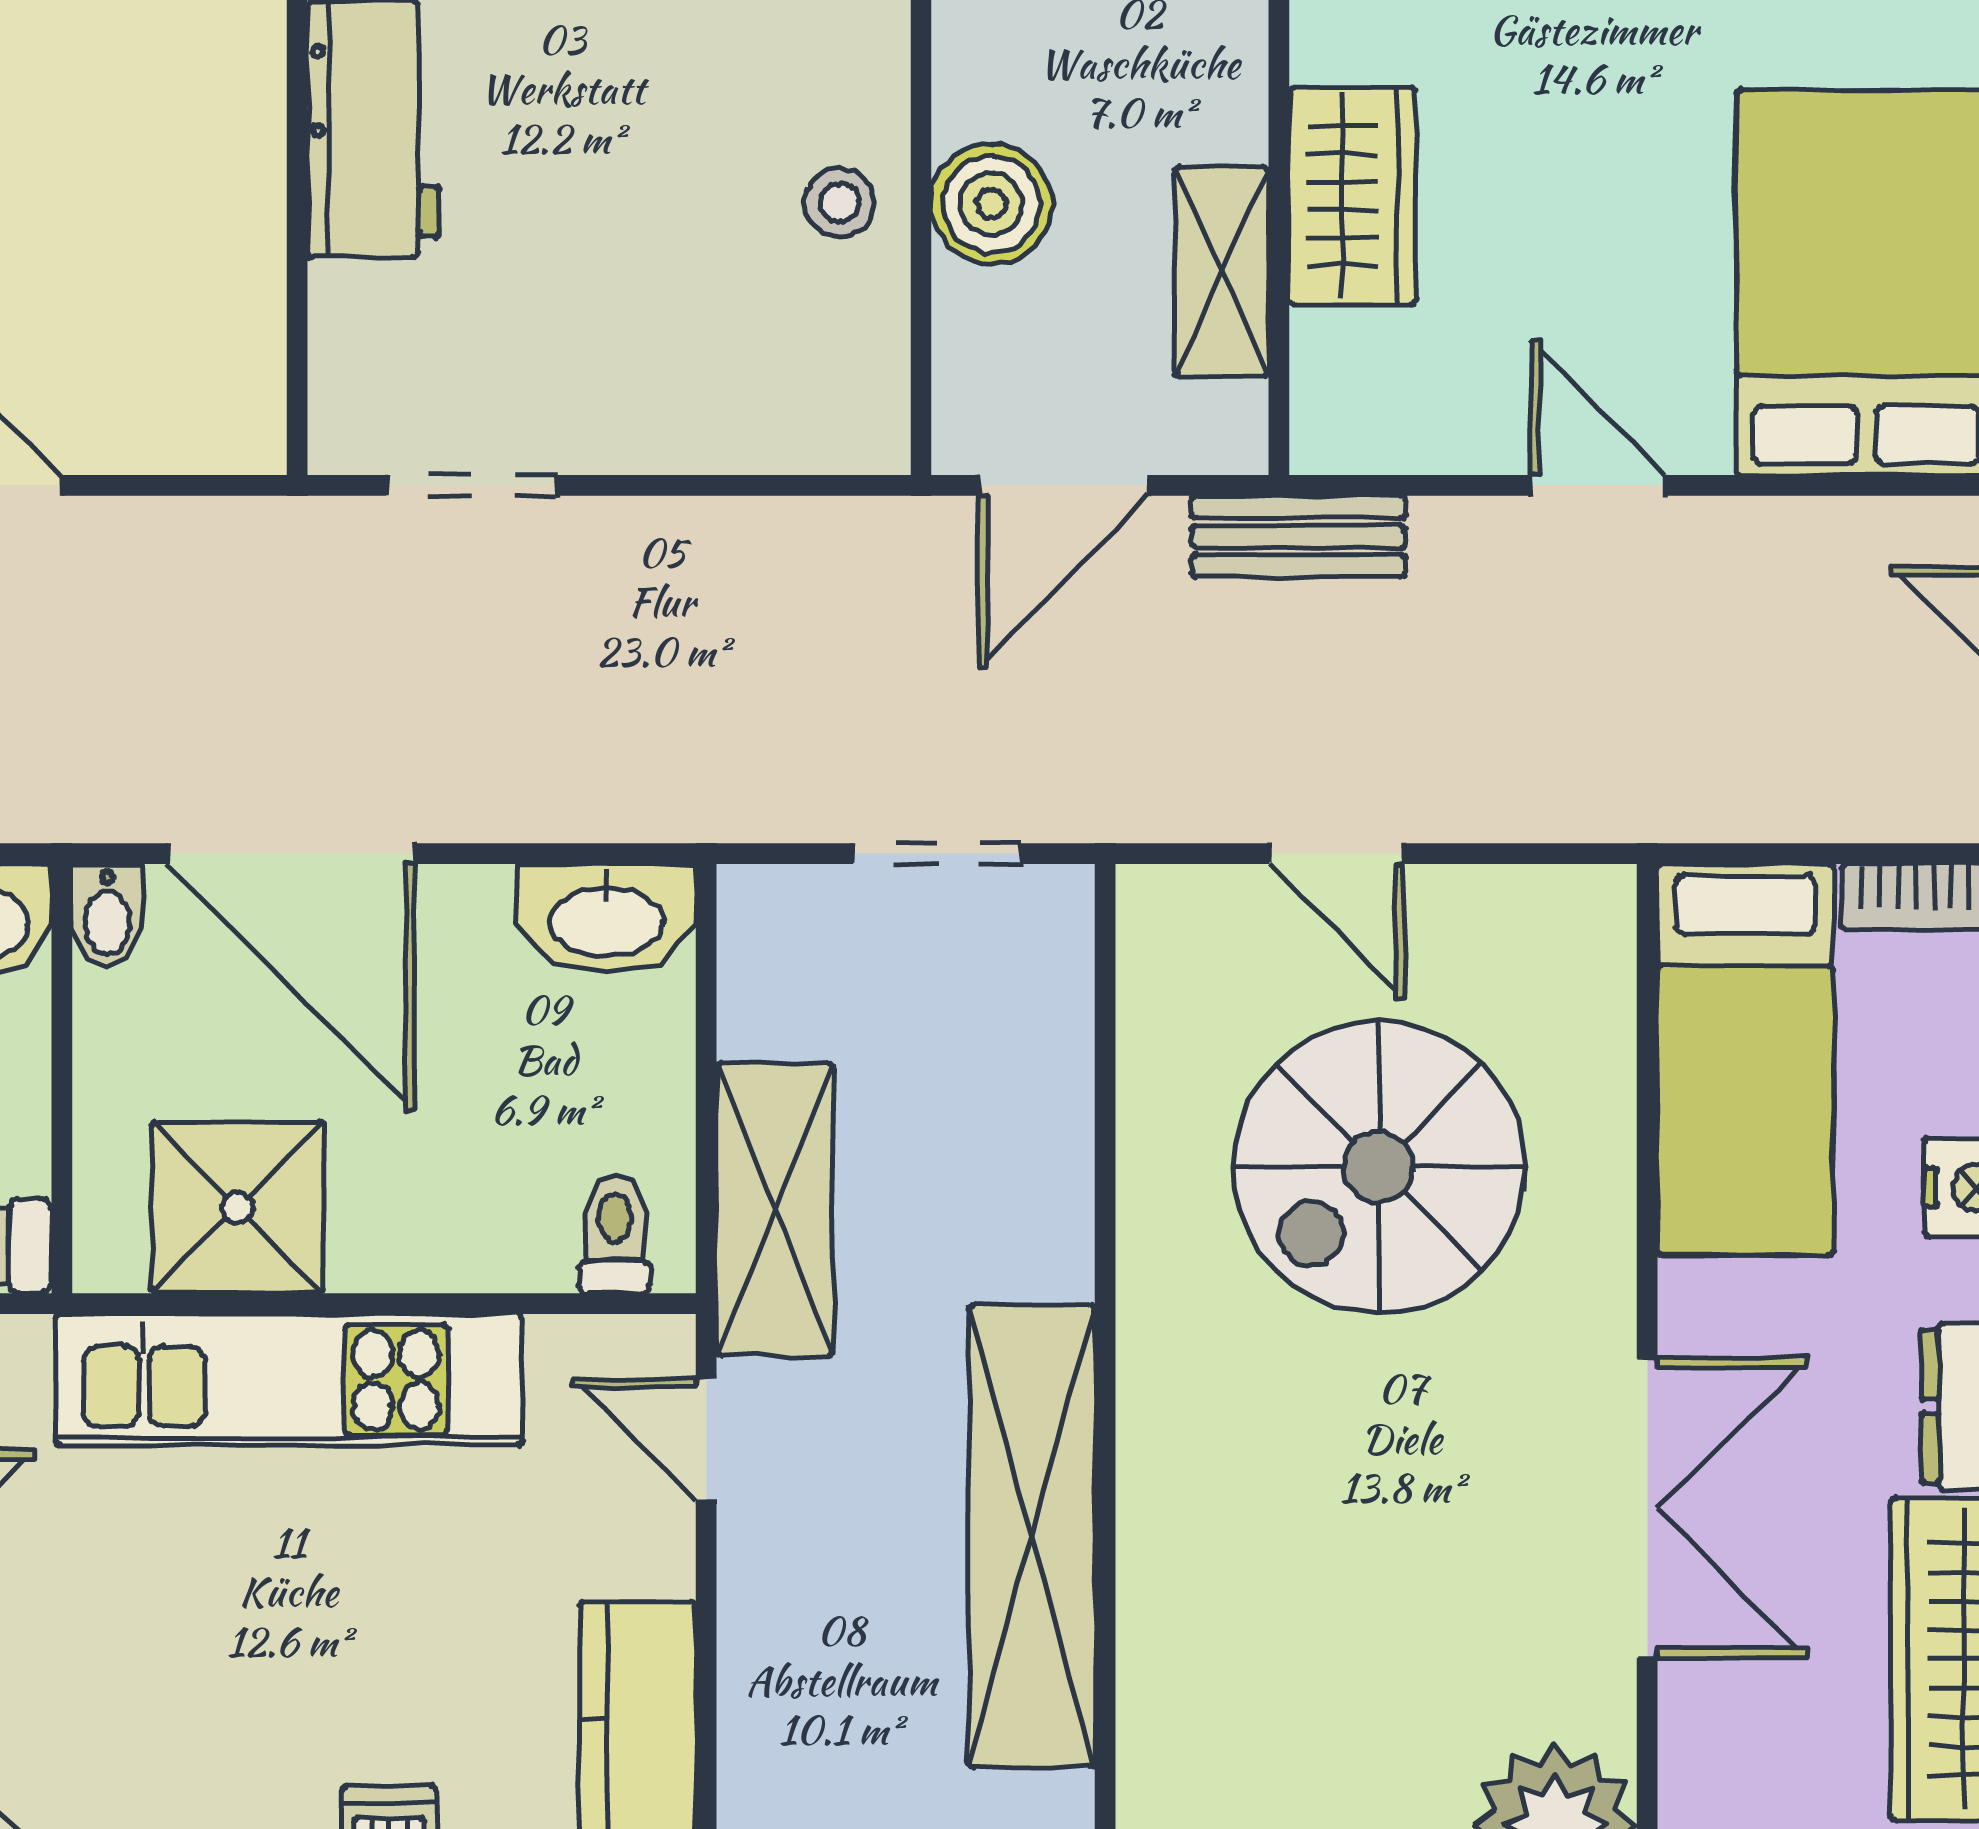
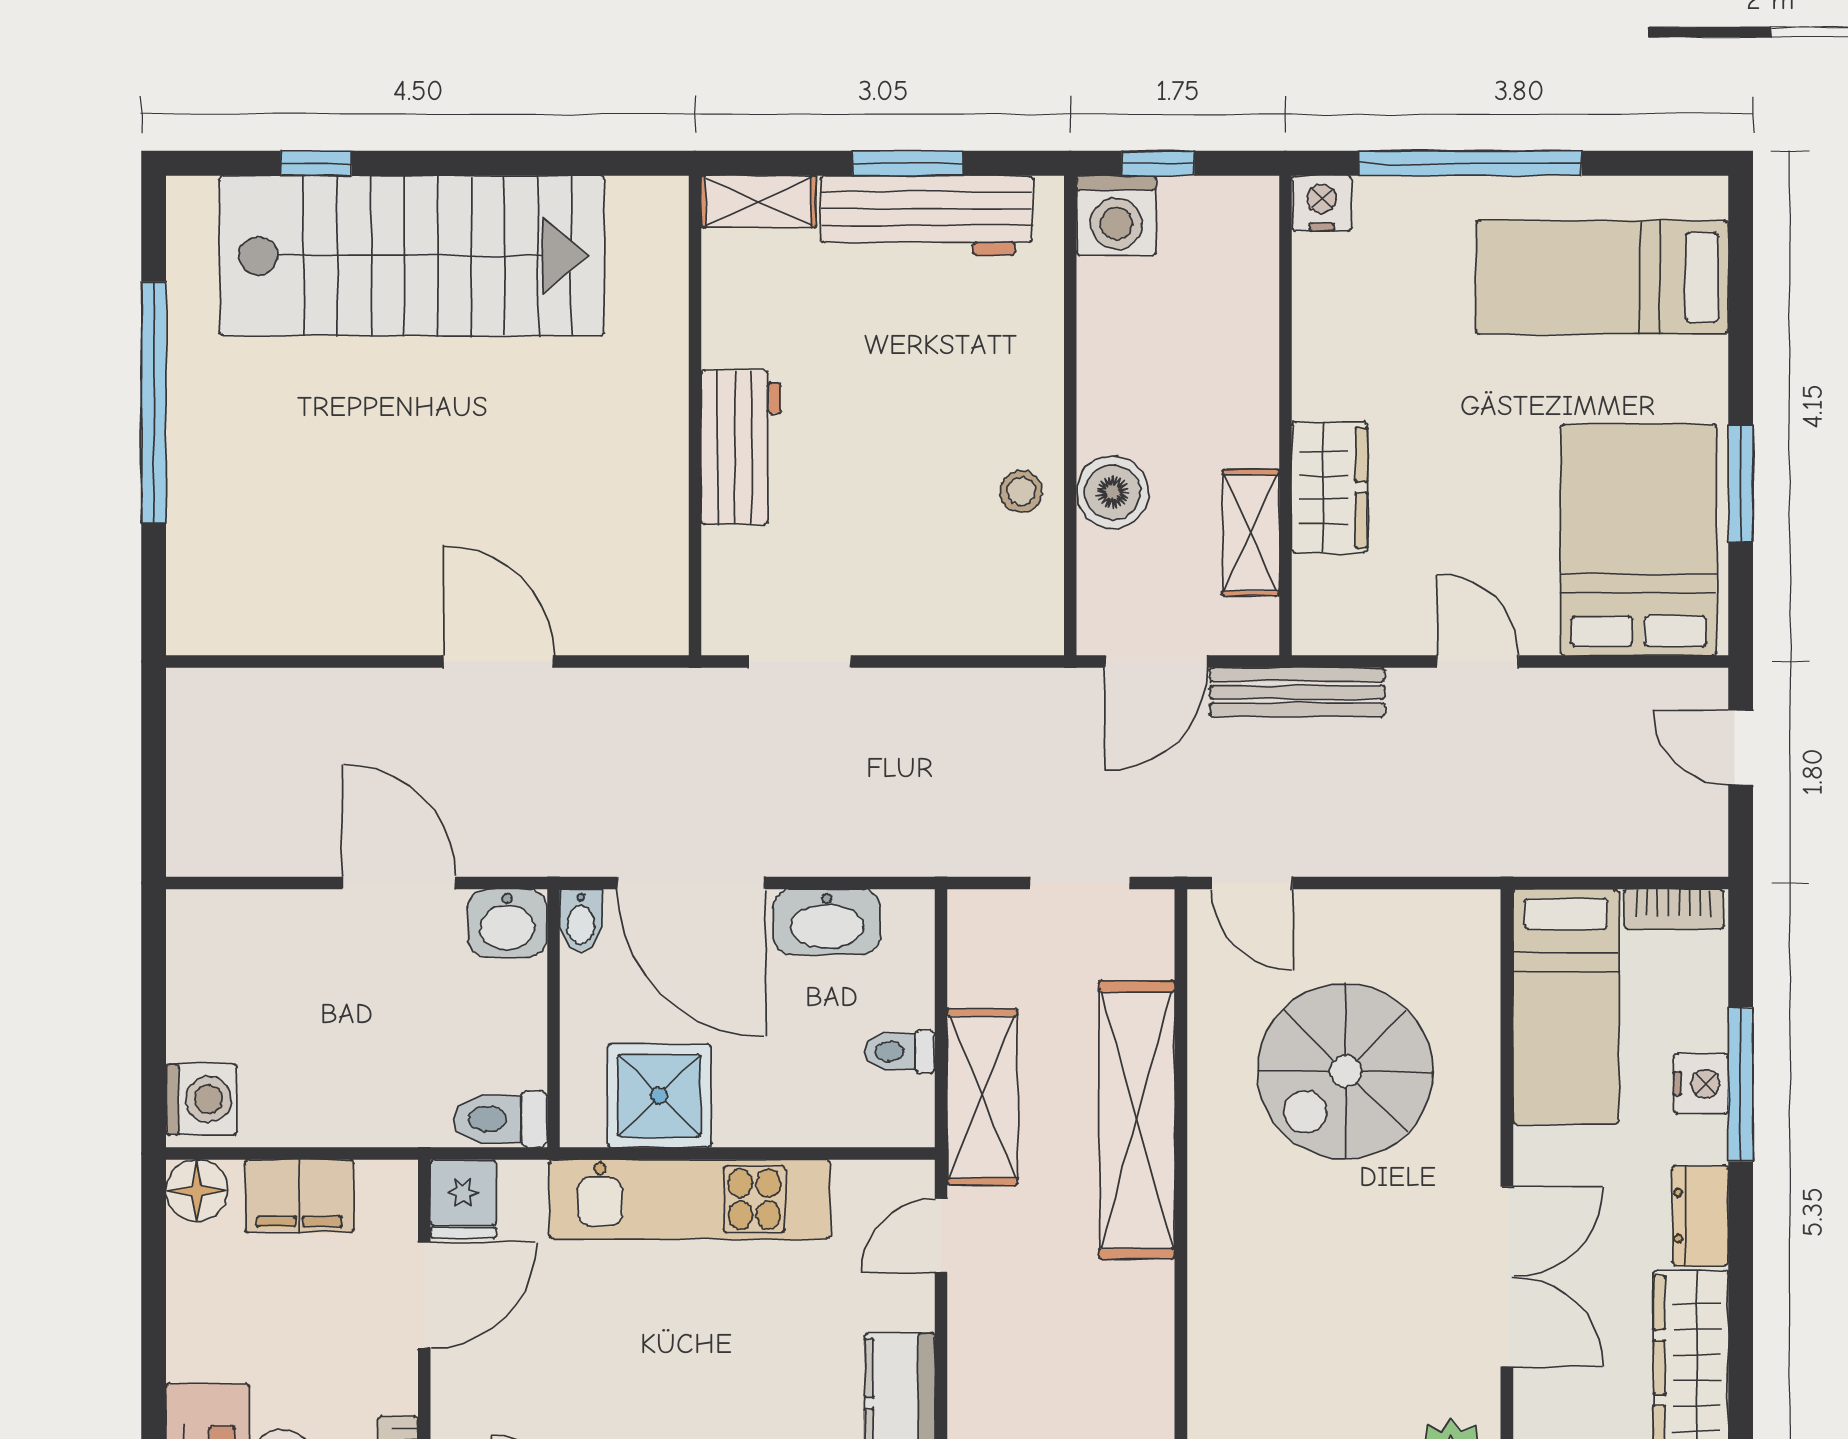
bench: (1298, 537) -> (1297, 692), width x1.36
door: (1337, 854) -> (1252, 883), moved
washbasin: (607, 918) -> (826, 922), moved
toilet: (615, 1235) -> (899, 1052), moved, turned -90
door: (706, 1440) -> (941, 1235), hinge flipped
shelving: (1032, 1536) -> (1137, 1120), moved

